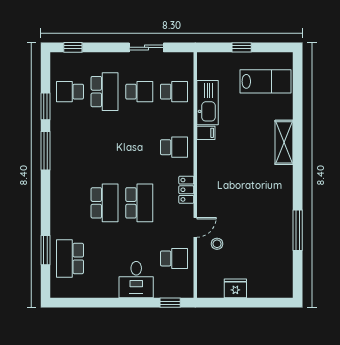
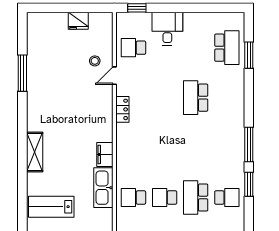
filing cabinet: (206, 133) -> (105, 154), width x2.00
school desk: (174, 147) -> (133, 148), removed
school desk: (139, 203) -> (165, 98), removed

